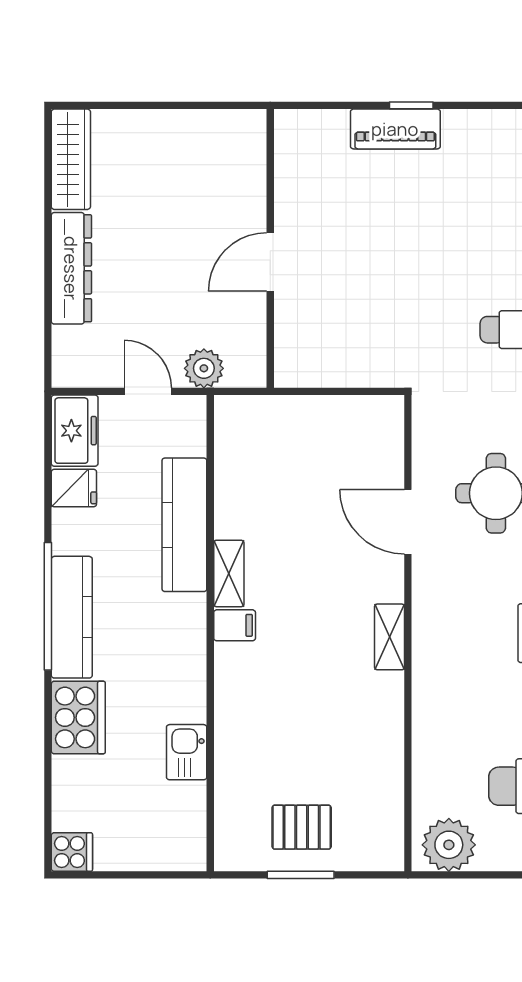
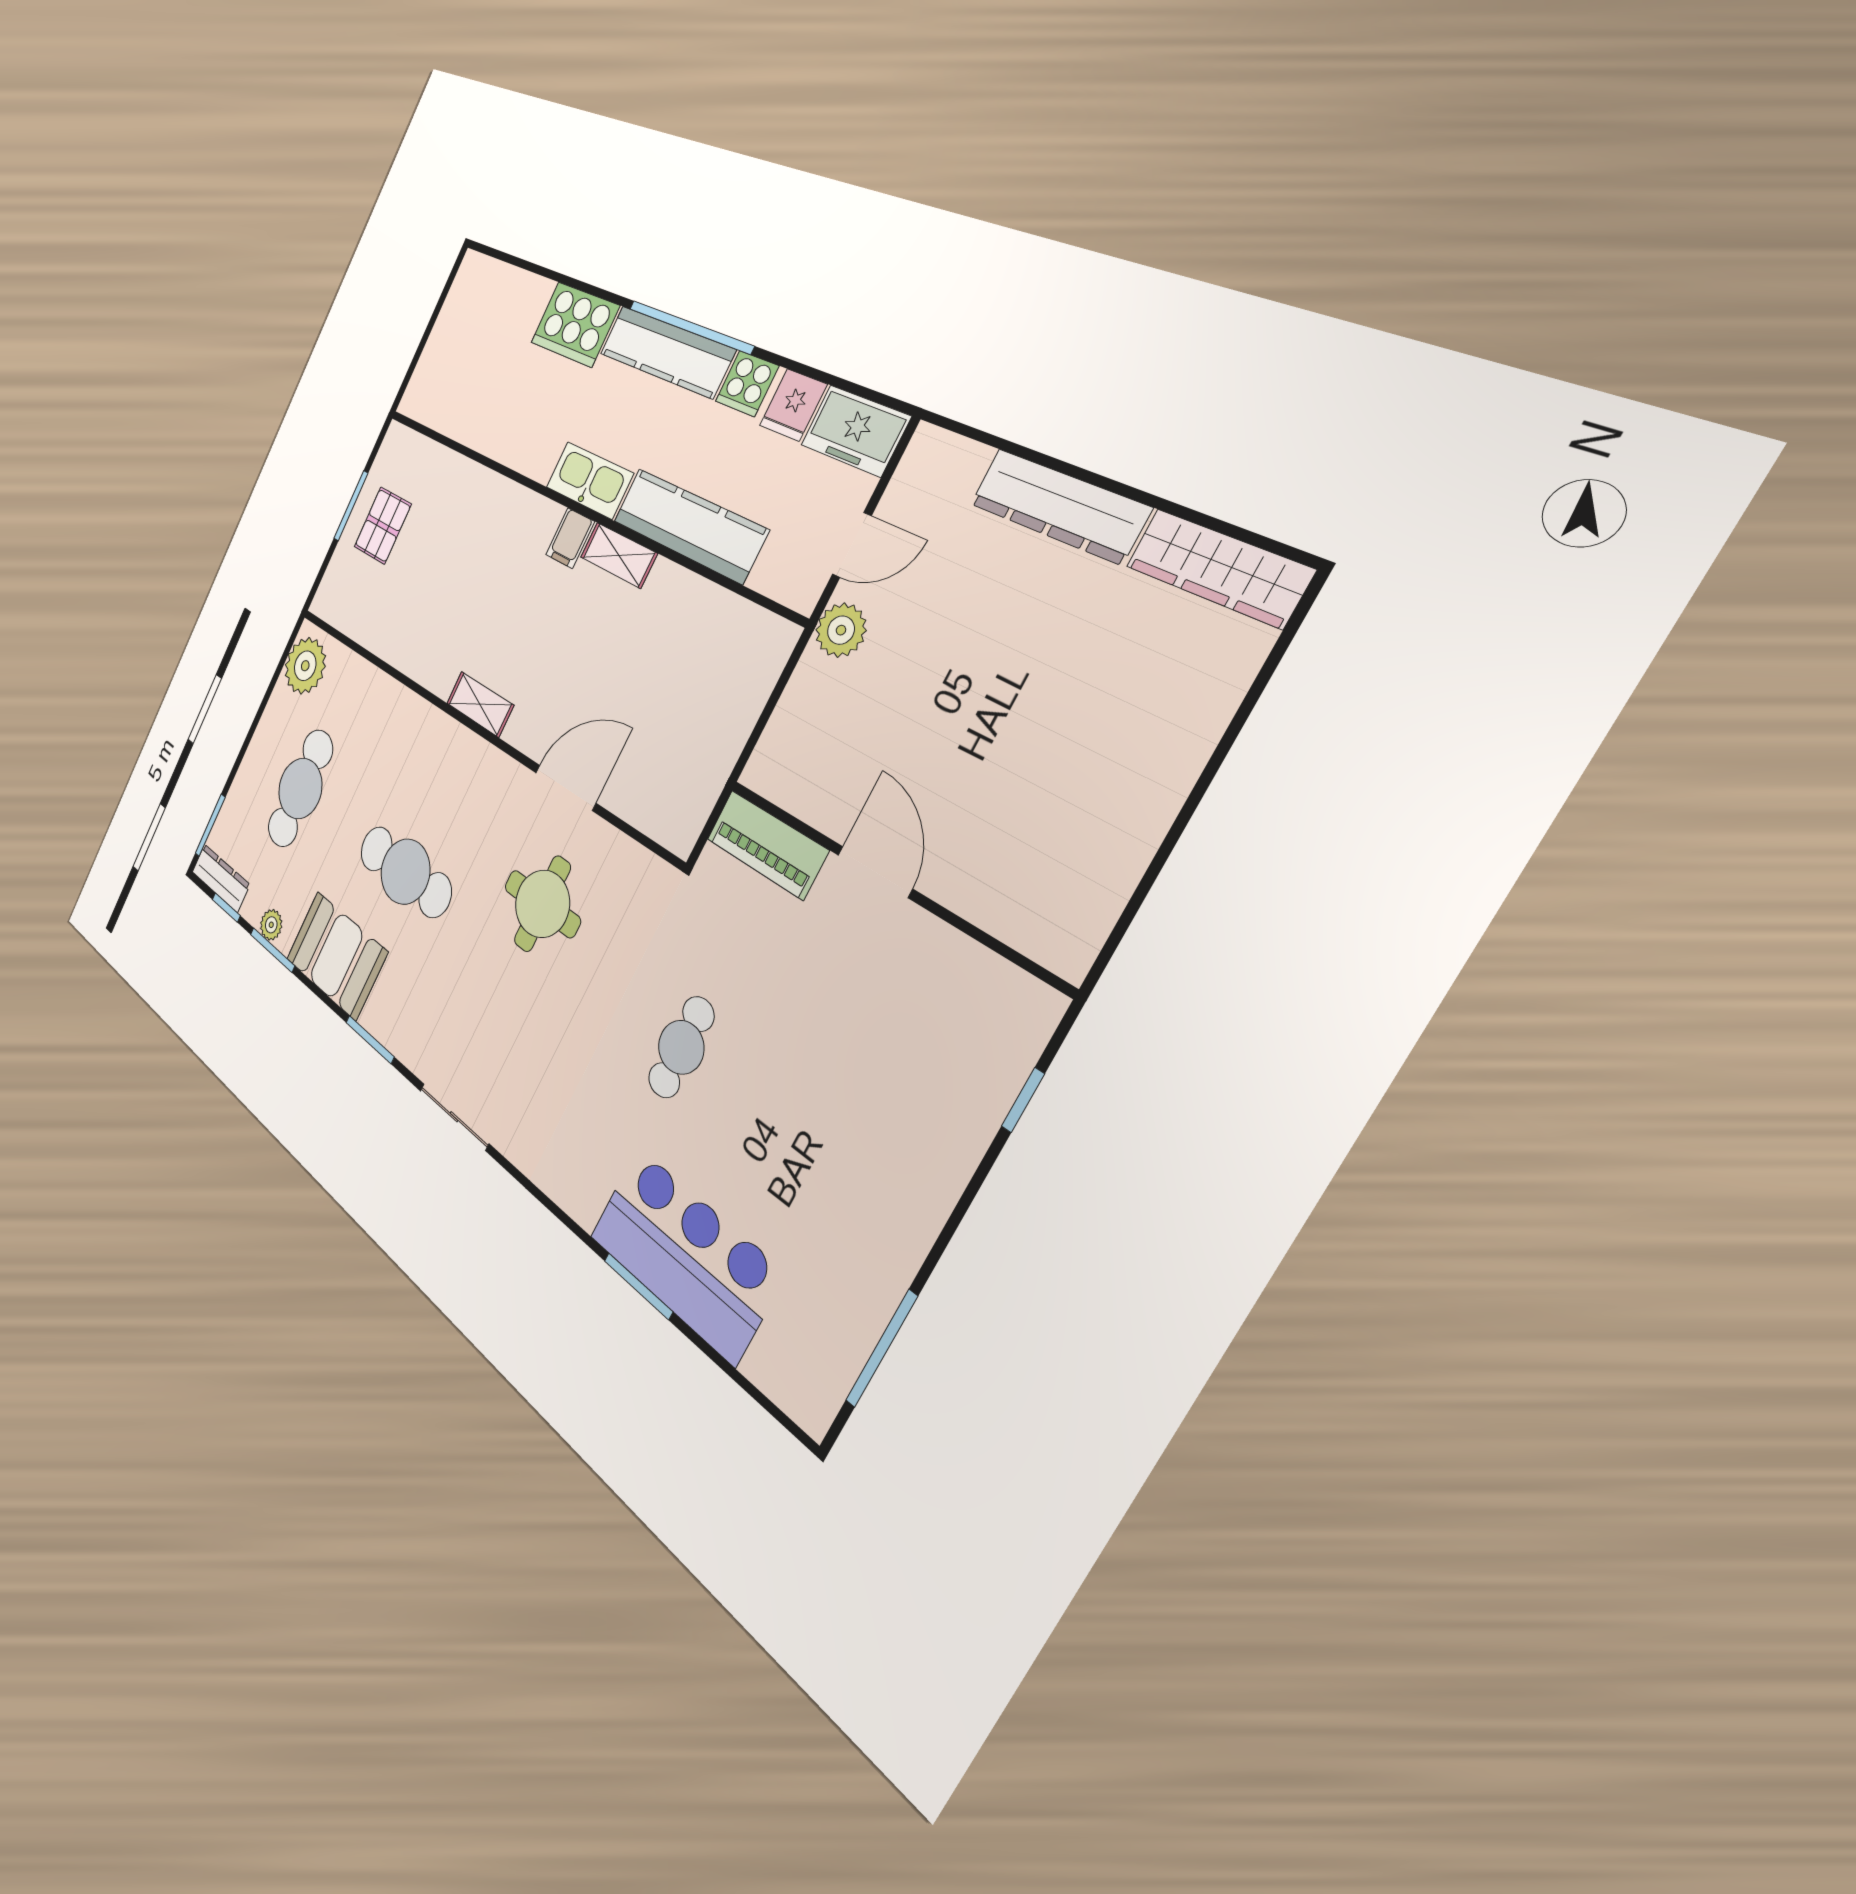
piano: (395, 129) -> (767, 845), moved, turned -90
wall: (270, 248) -> (891, 882), moved
door: (270, 262) -> (875, 872), moved
kitchen sink: (187, 752) -> (590, 480), moved, width x1.38
cooker: (72, 852) -> (747, 384), moved

